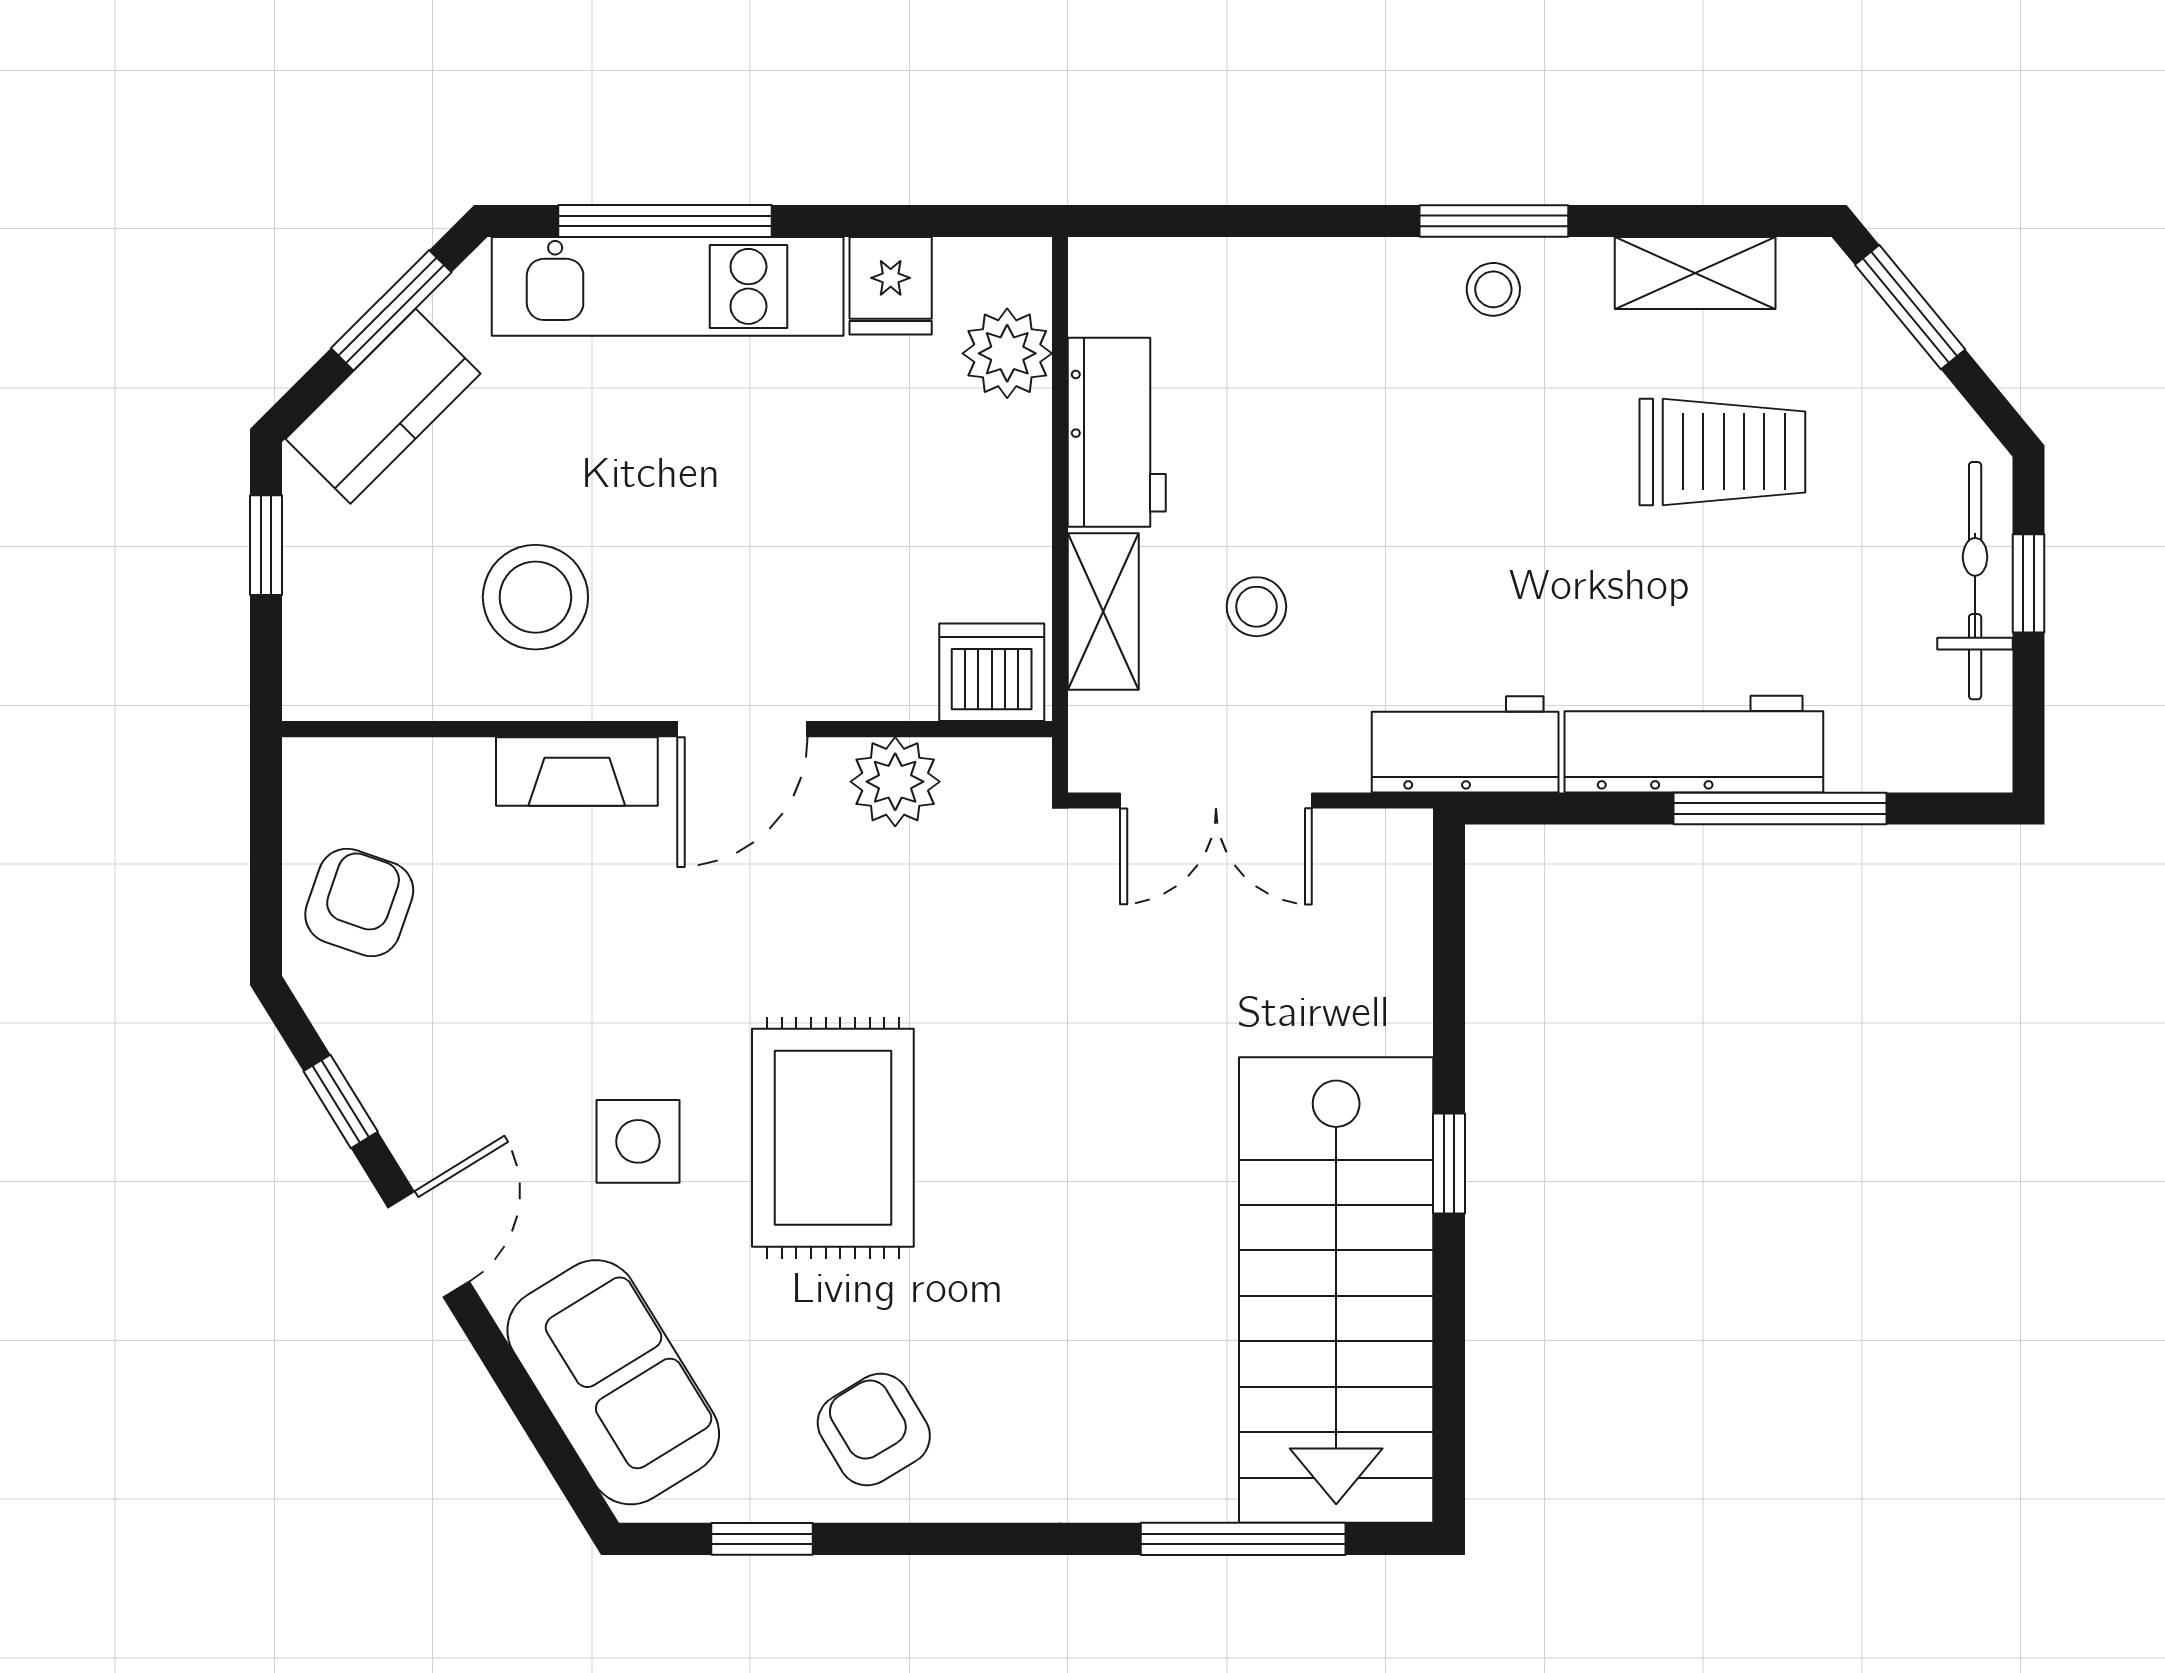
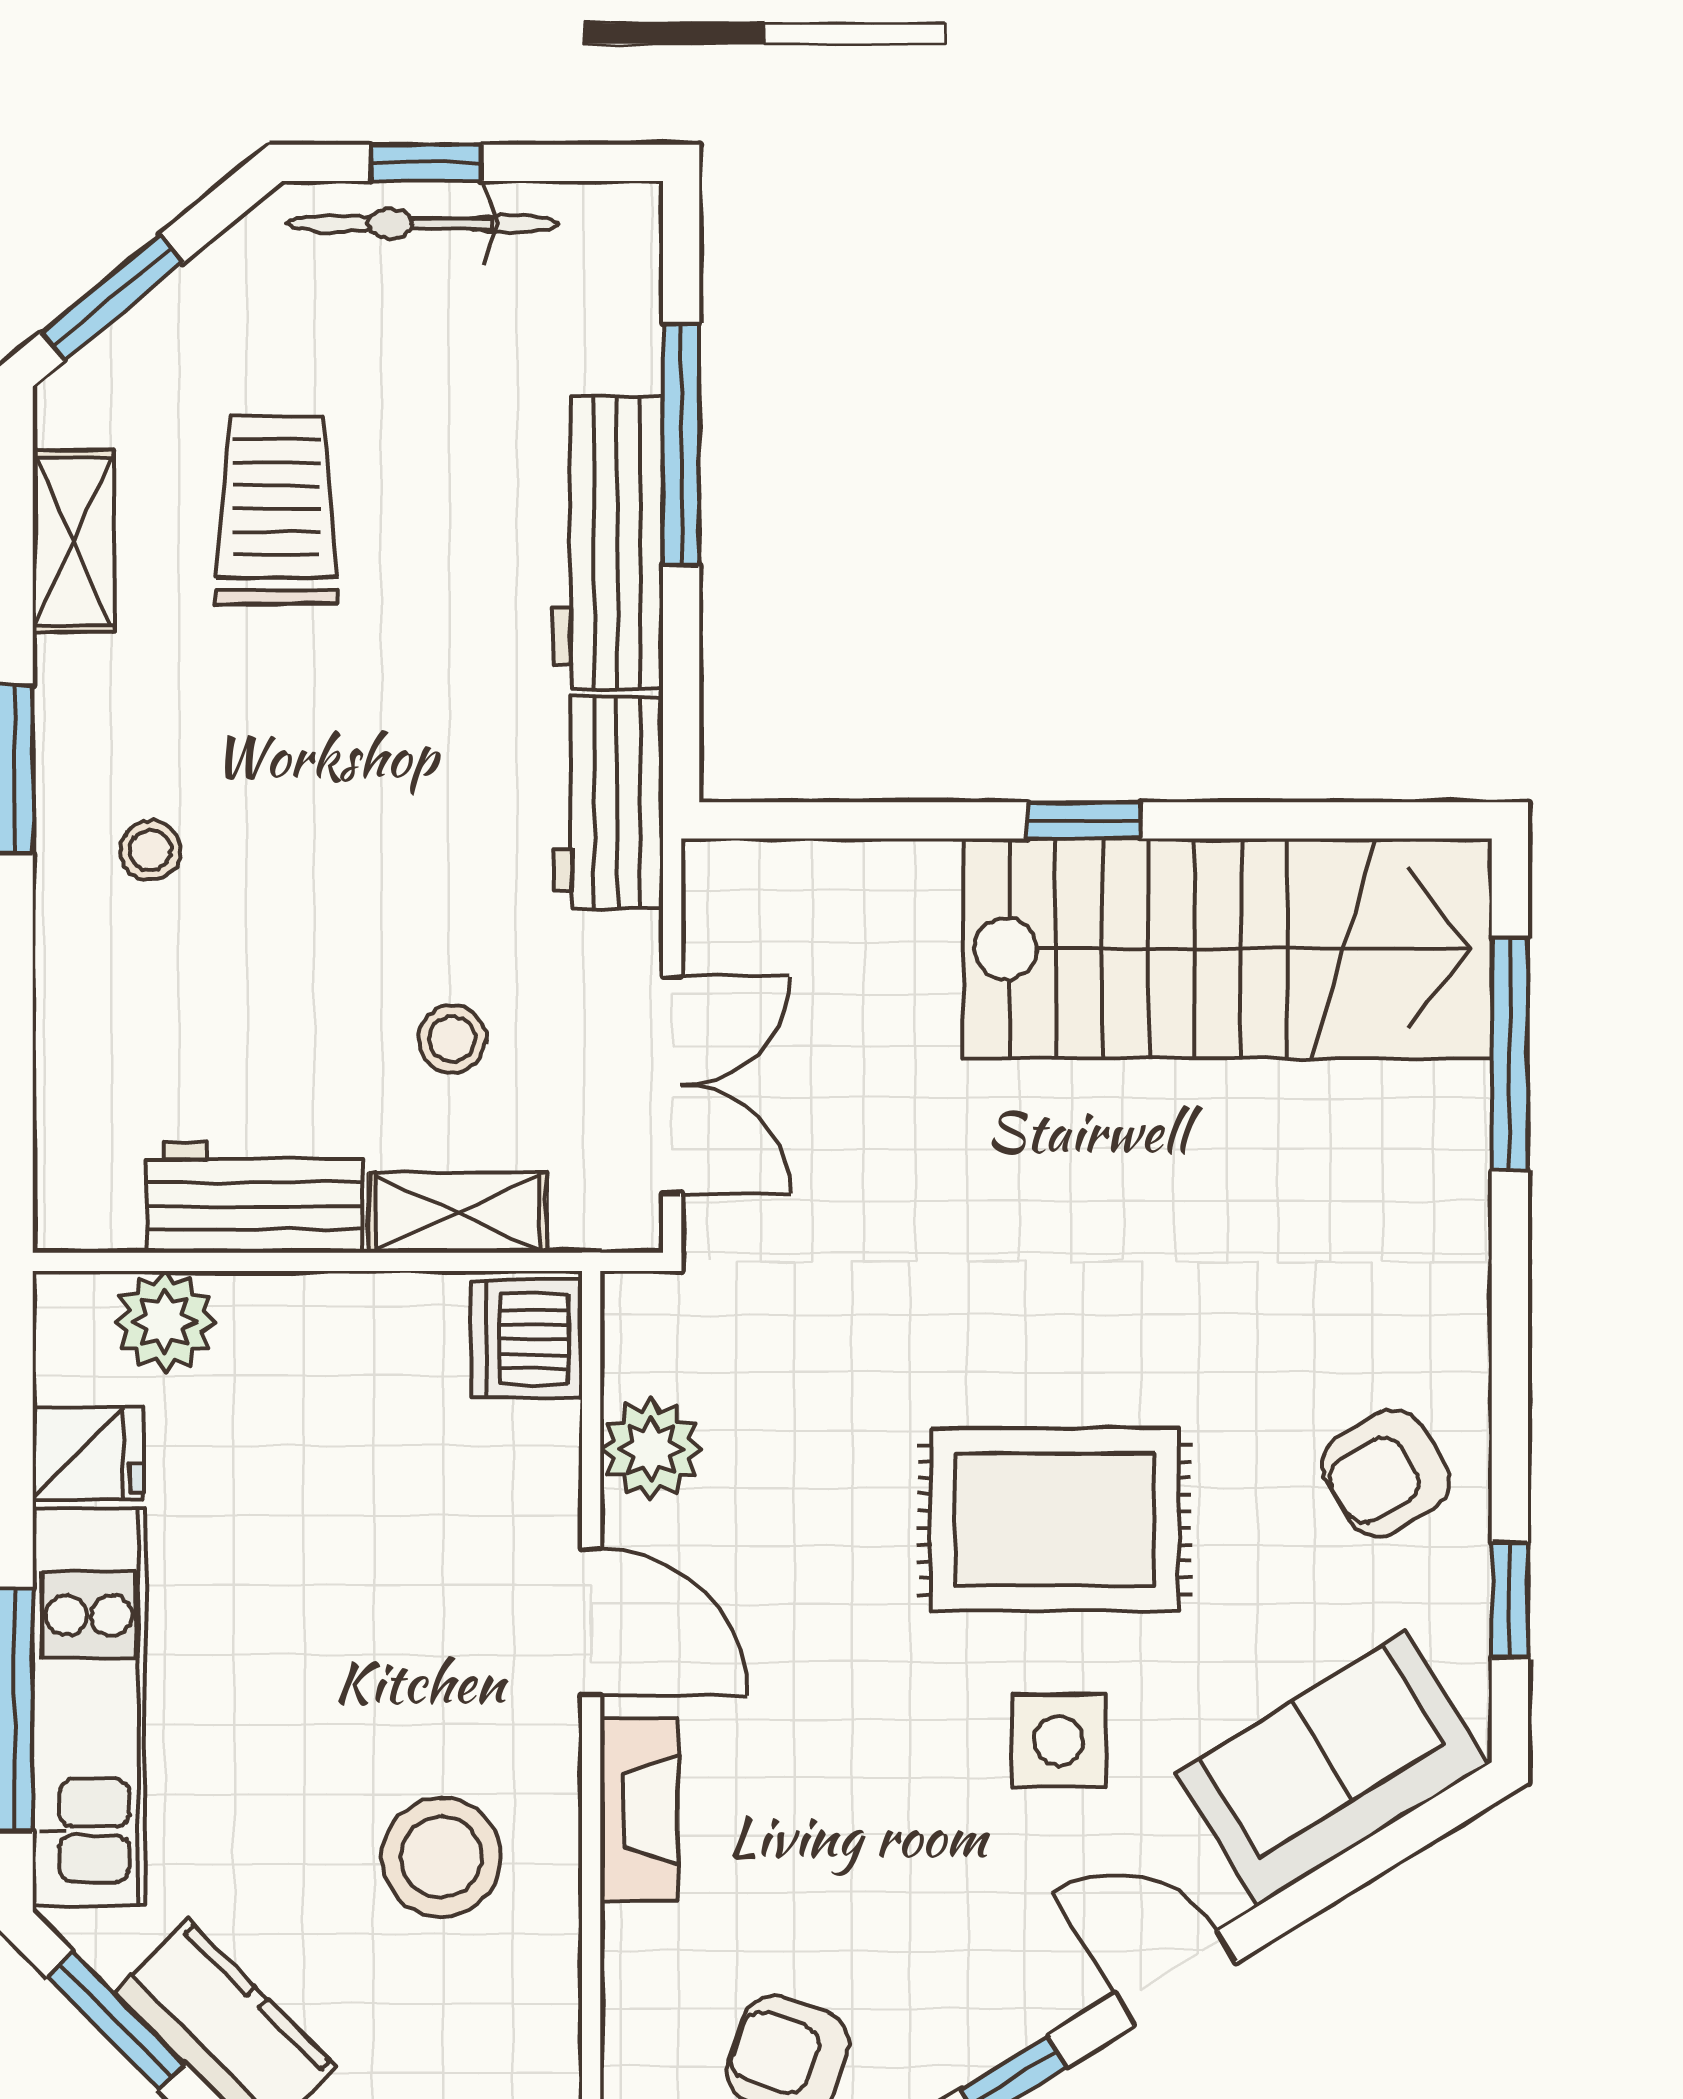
stool: (1493, 289) -> (150, 850), moved

